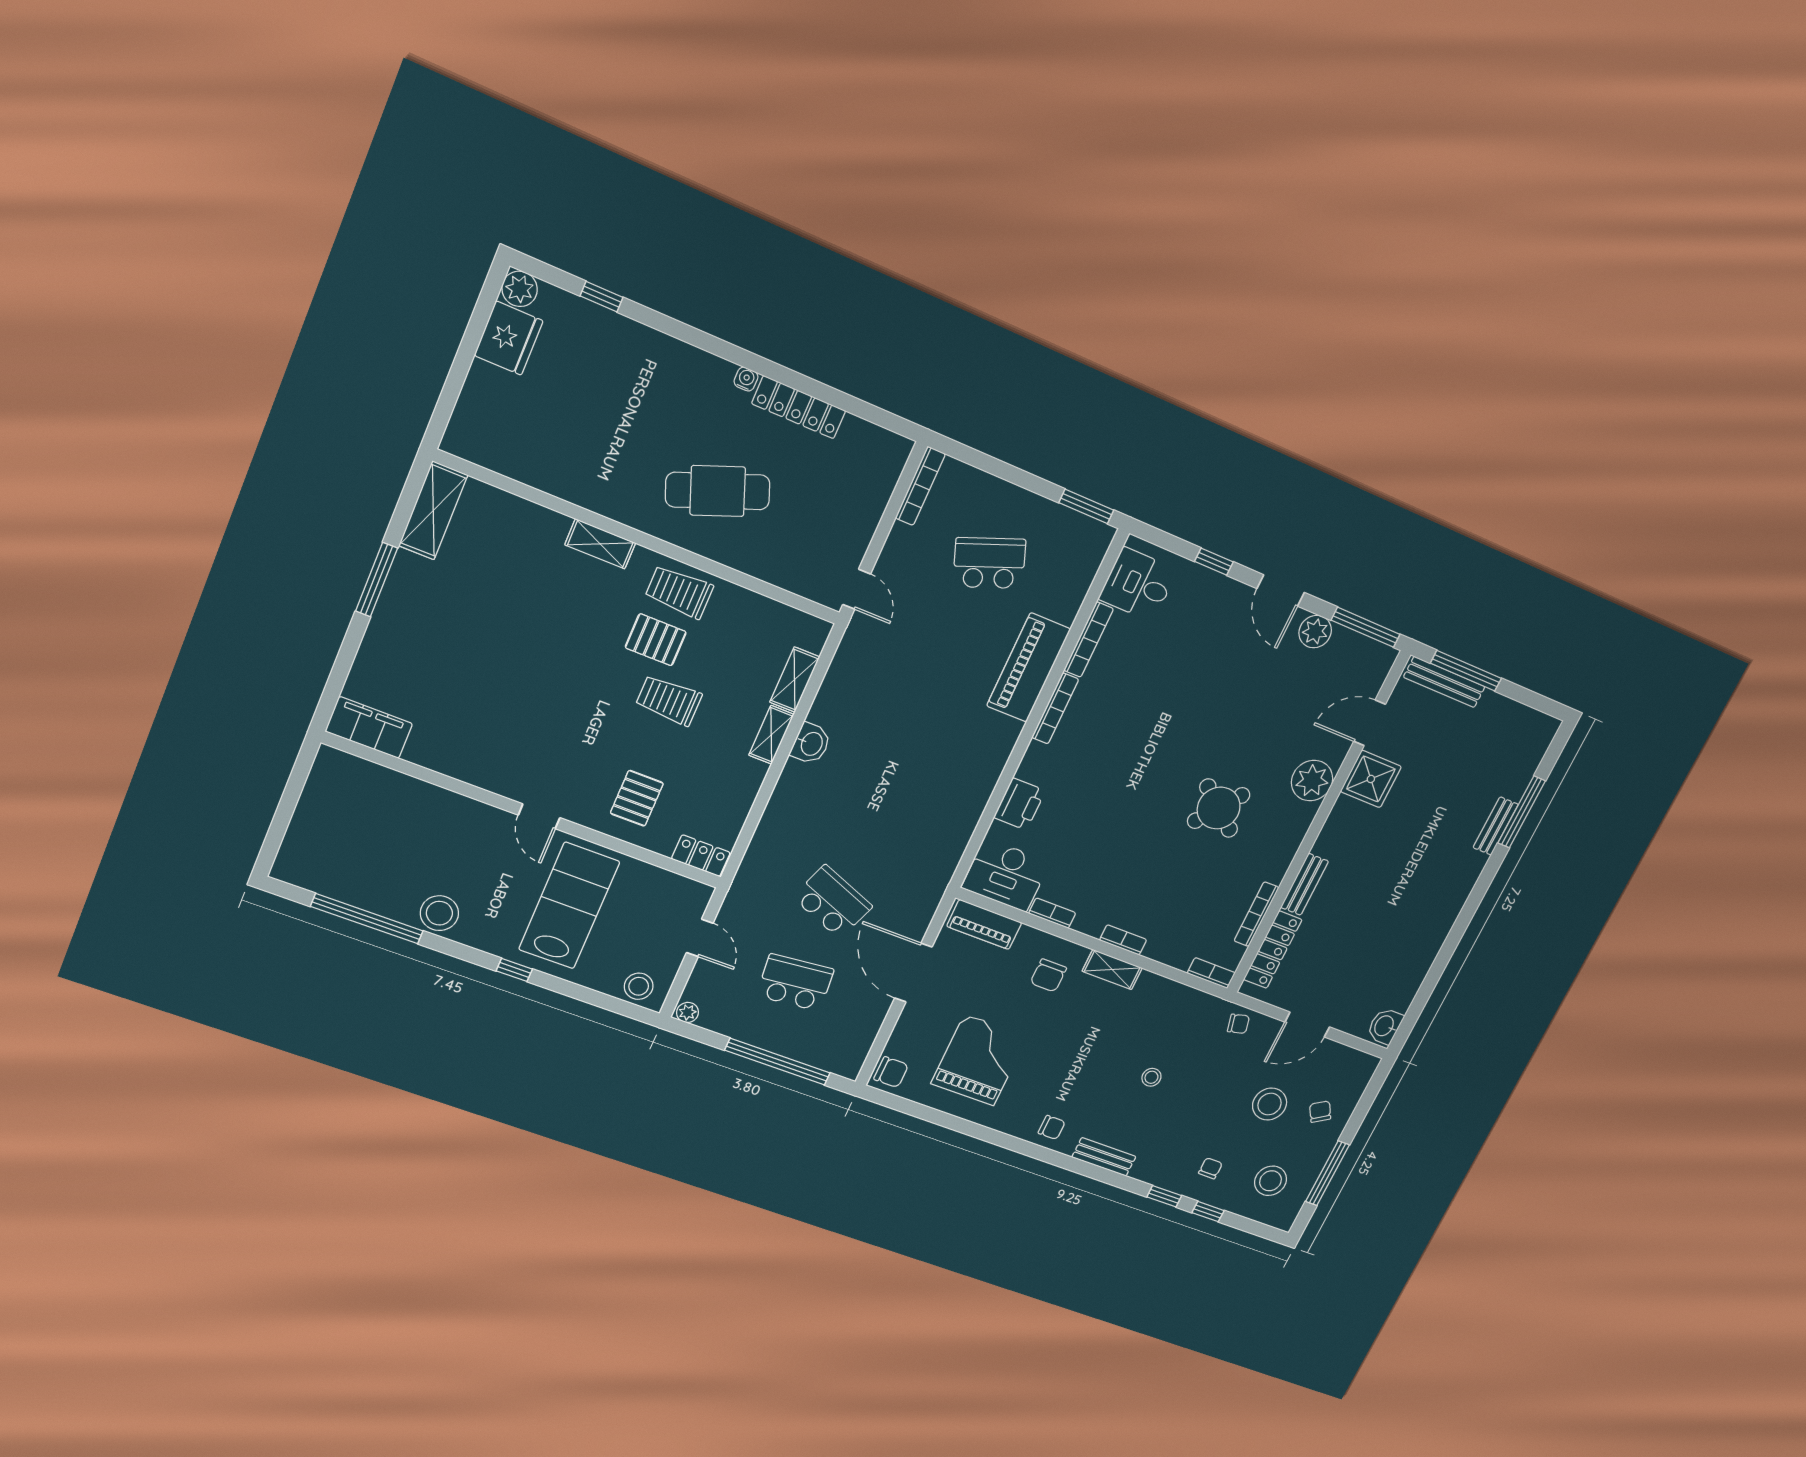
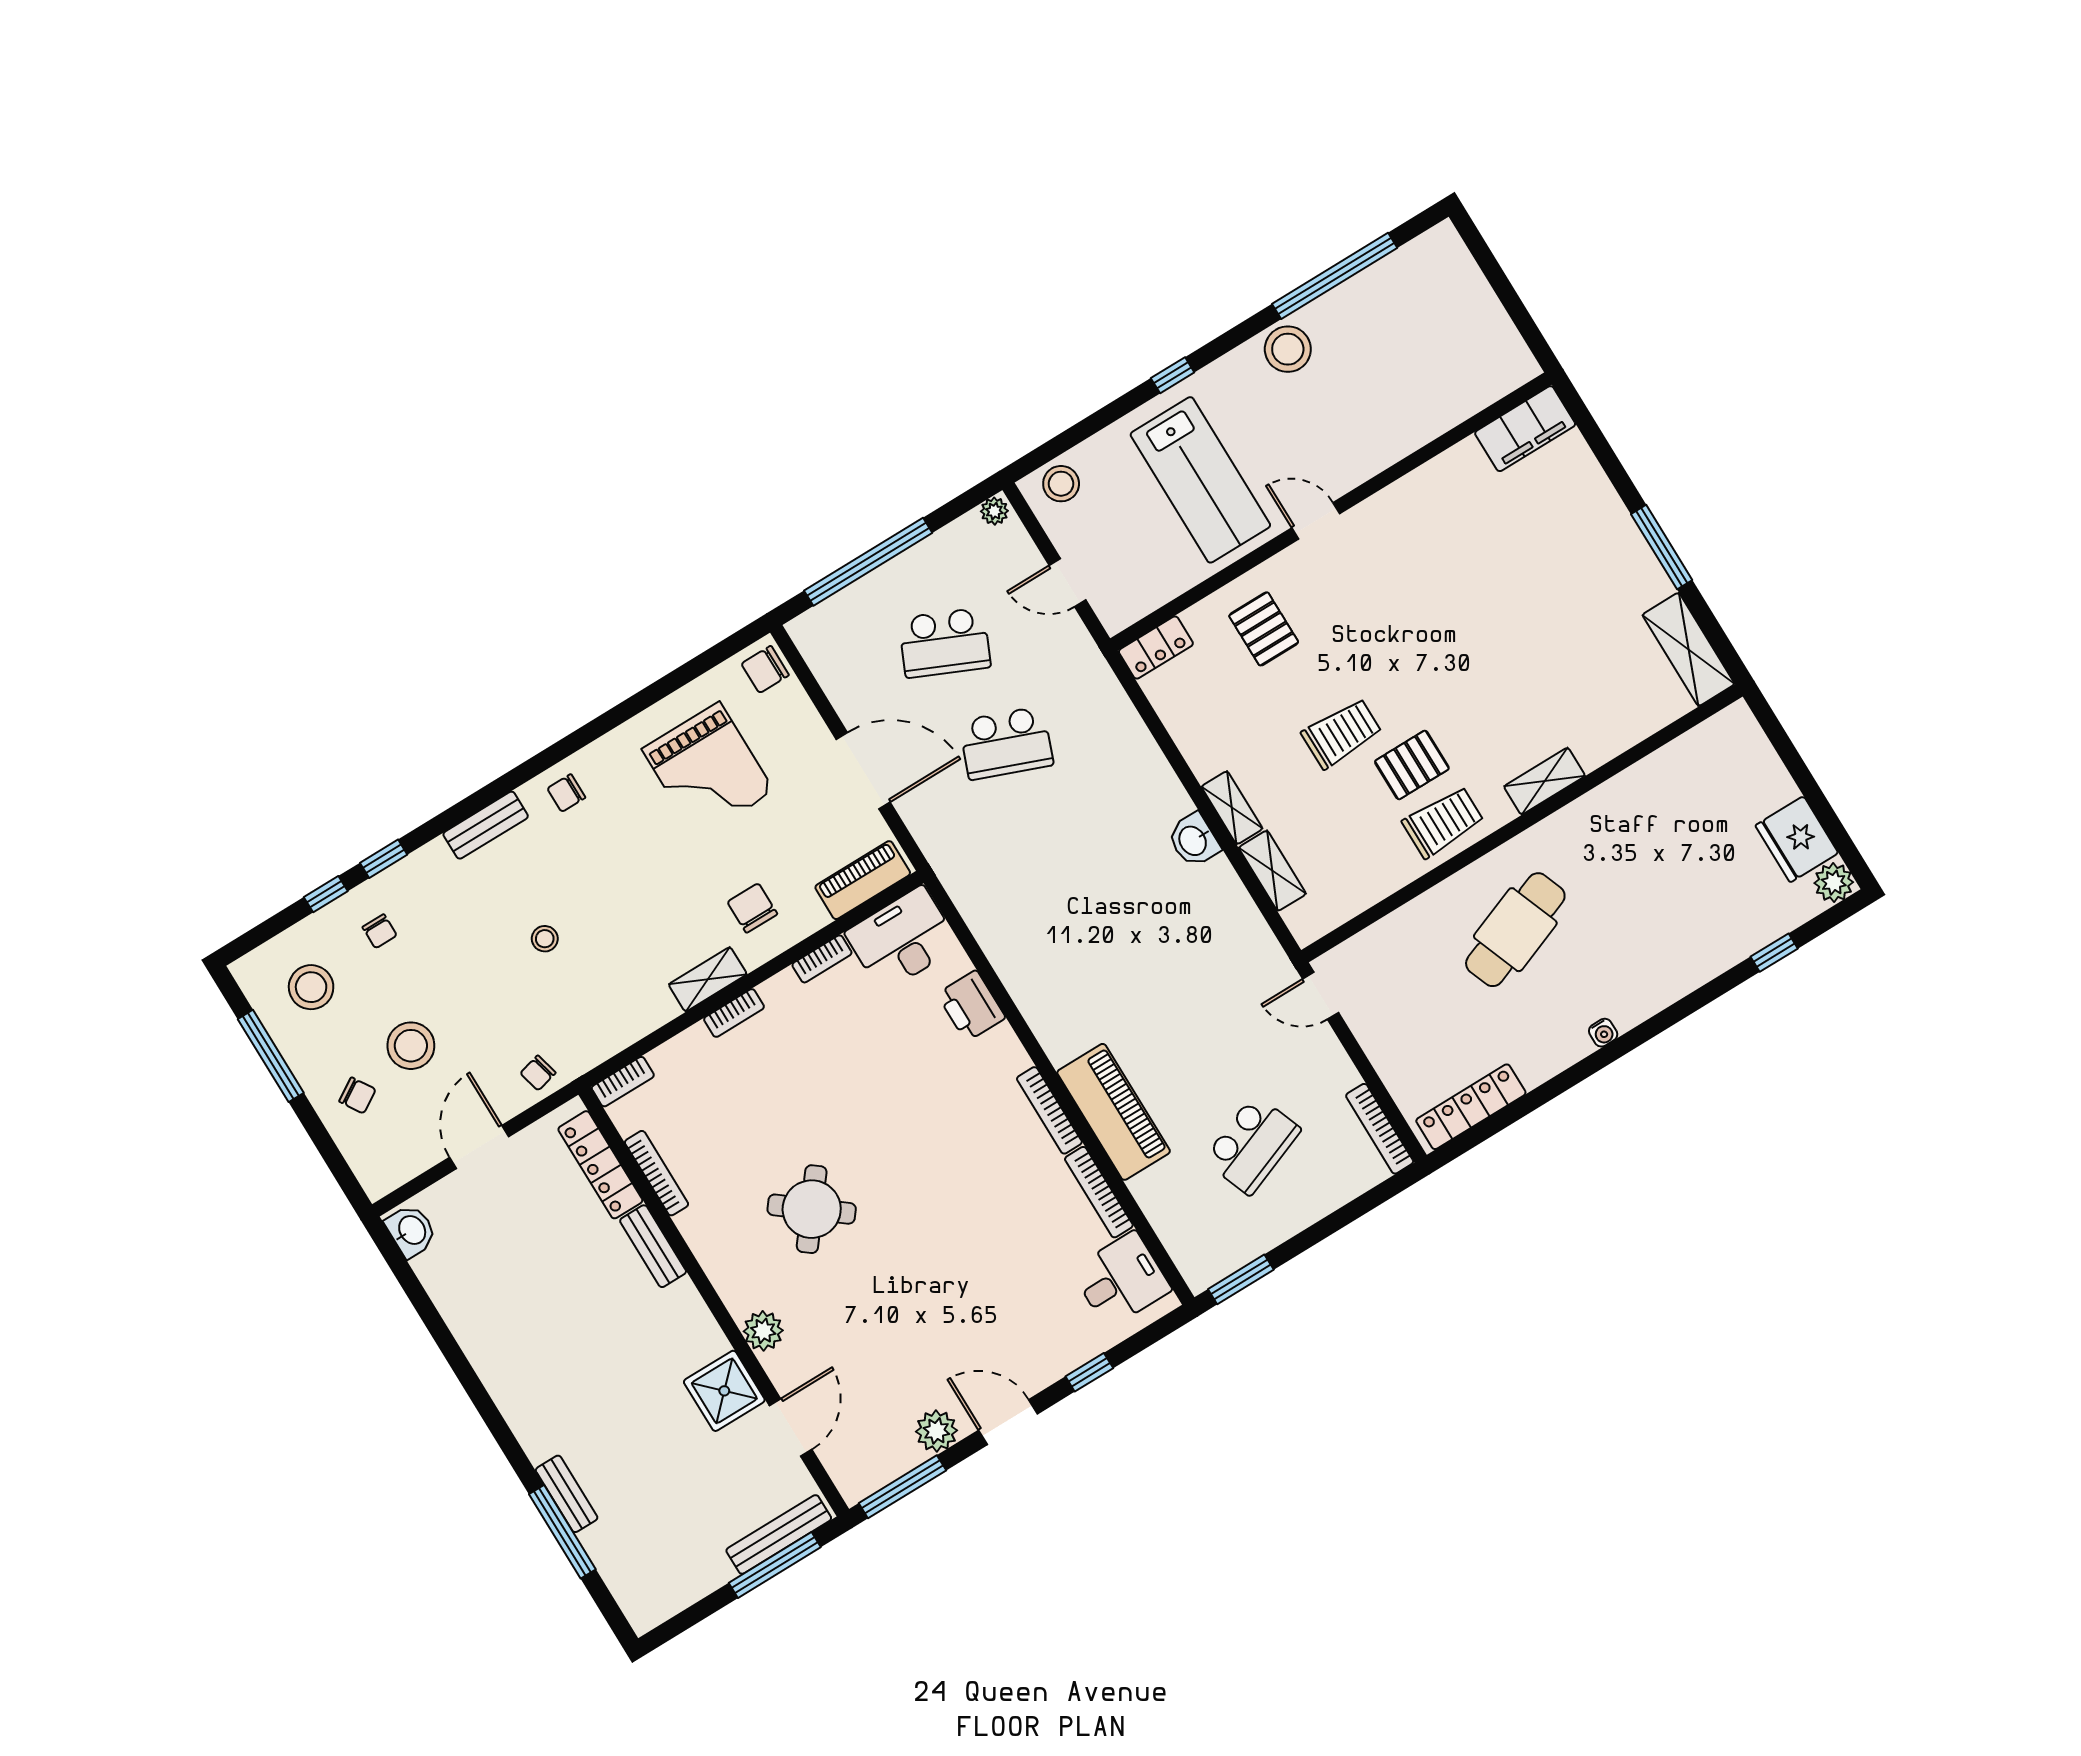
locker: (799, 407) -> (1471, 1107), moved
plant: (1312, 781) -> (763, 1331), width x0.73, depth x0.73
school desk: (795, 983) -> (945, 643), turned 30

